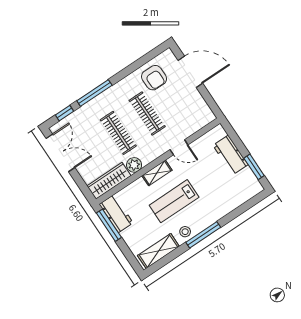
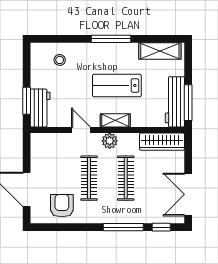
workbench: (231, 155) -> (40, 108), moved
plant: (134, 165) -> (110, 141), moved
window: (254, 167) -> (27, 101), moved
lab bench: (174, 201) -> (117, 85), turned 180
workbench: (116, 214) -> (175, 102), width x1.37
stool: (185, 232) -> (60, 60), moved

